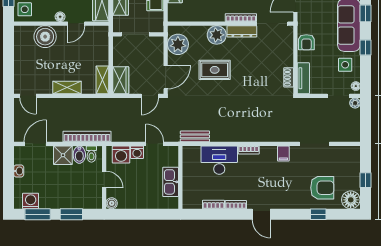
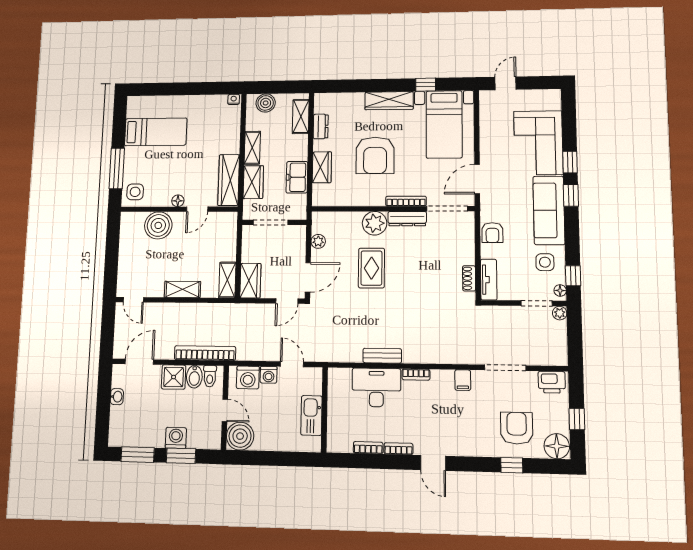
plant: (178, 44) -> (318, 241), width x0.53, depth x0.53
window: (366, 48) -> (573, 276), moved
rug: (215, 70) -> (371, 268), turned 90
bench: (195, 136) -> (382, 356), moved
printer: (348, 154) -> (552, 382), added
armchair: (322, 188) -> (517, 428), turned -90
washing machine: (31, 201) -> (176, 438), moved
boiler: (112, 203) -> (240, 436), width x1.86, depth x1.86

